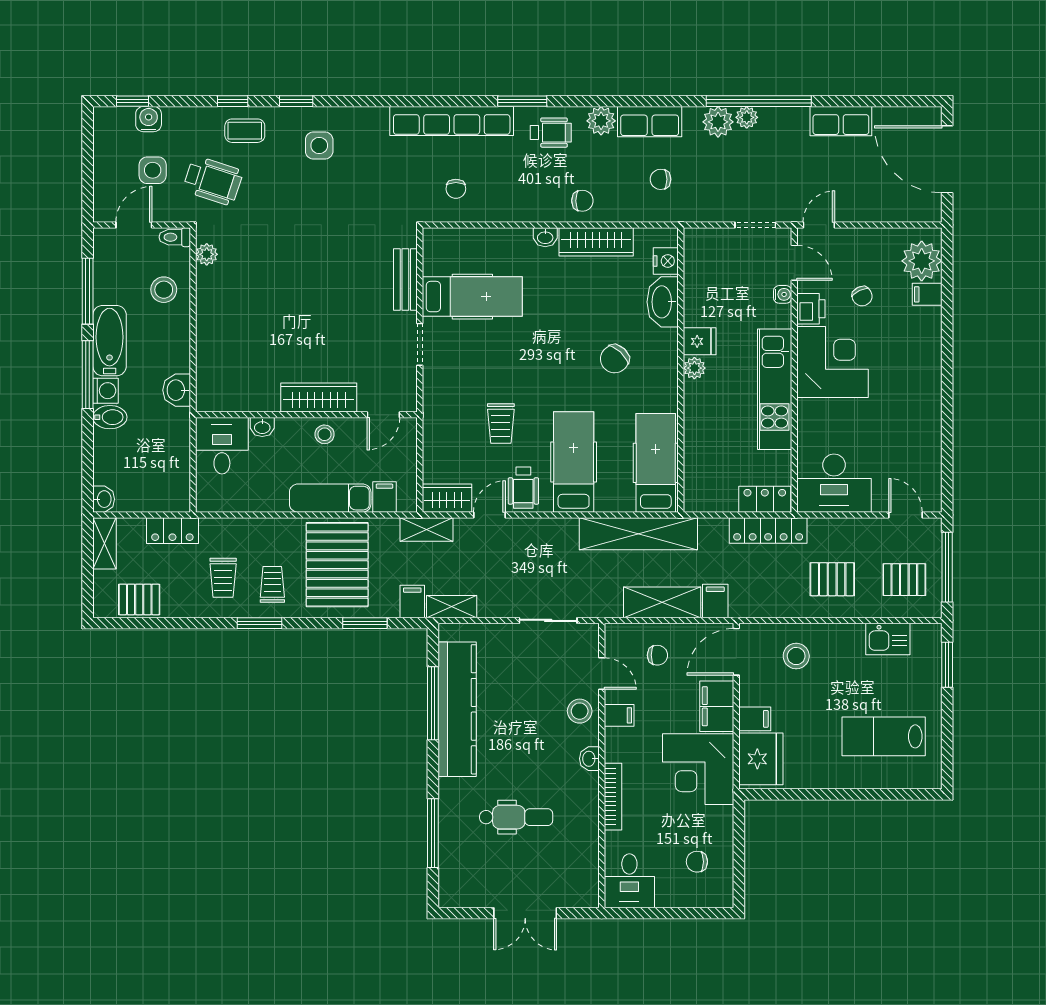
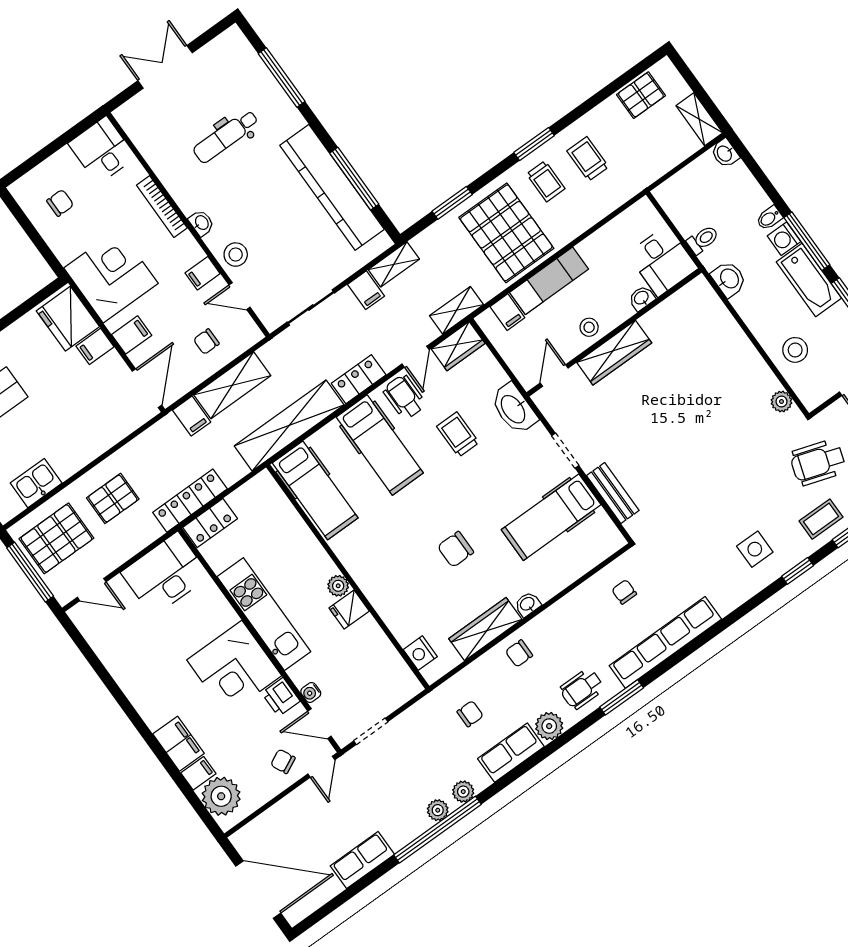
plant: (718, 122) -> (463, 792), width x0.73, depth x0.73
toilet: (175, 237) -> (703, 240), moved
chair: (862, 296) -> (283, 761), moved
washbasin: (663, 302) -> (514, 409), moved, turned 180
filing cabinet: (926, 331) -> (178, 744), added
chair: (615, 359) -> (456, 549), moved, turned -133
bidet: (110, 417) -> (769, 218), width x0.72, depth x0.74
locker: (172, 531) -> (359, 379), moved
pallet: (904, 580) -> (56, 538), width x1.50, depth x1.42
filing cabinet: (412, 601) -> (366, 290), moved
stool: (796, 656) -> (98, 419), removed
filing cabinet: (717, 706) -> (132, 335), width x0.50

